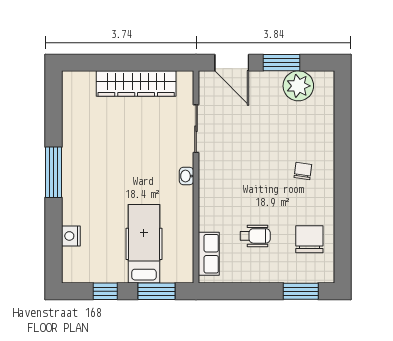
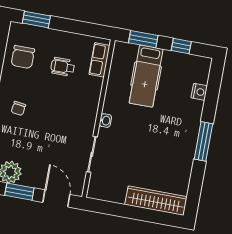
wardrobe: (136, 84) -> (156, 201), moved

